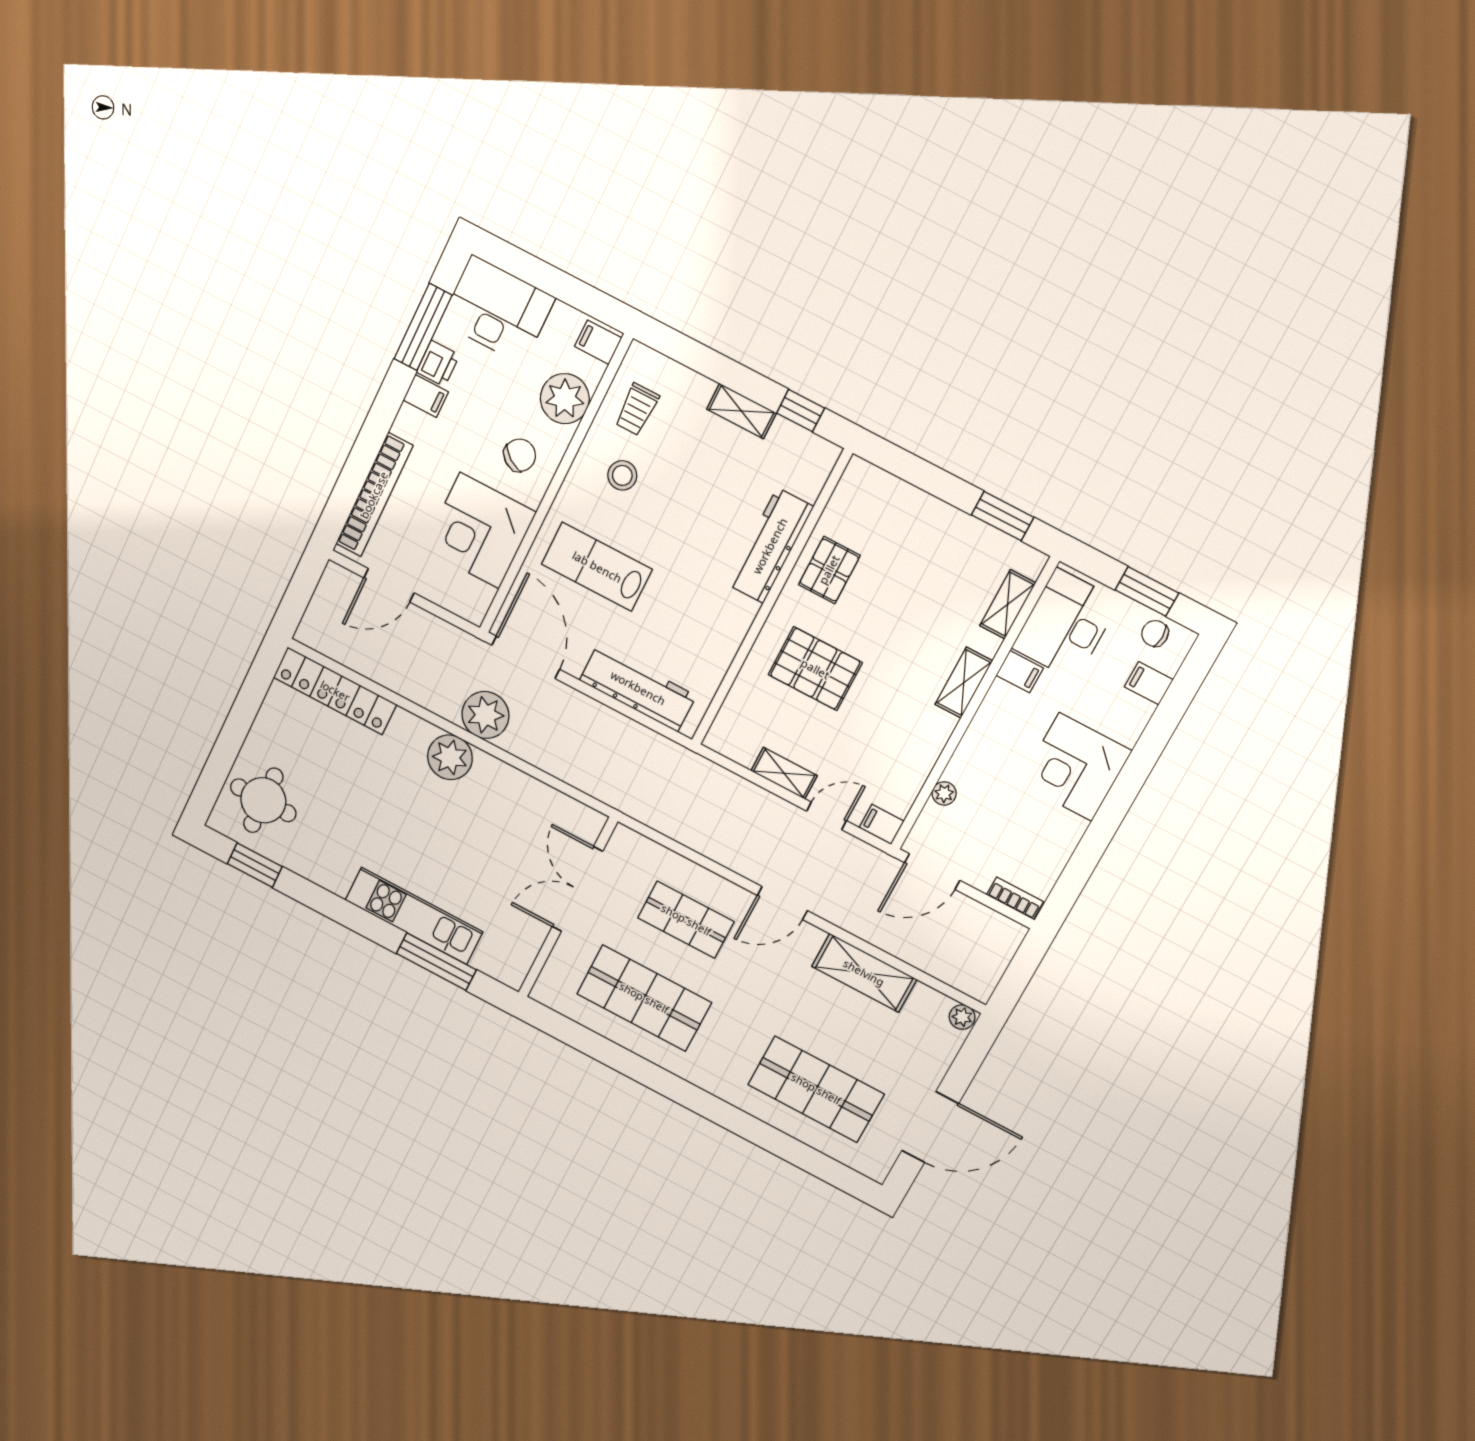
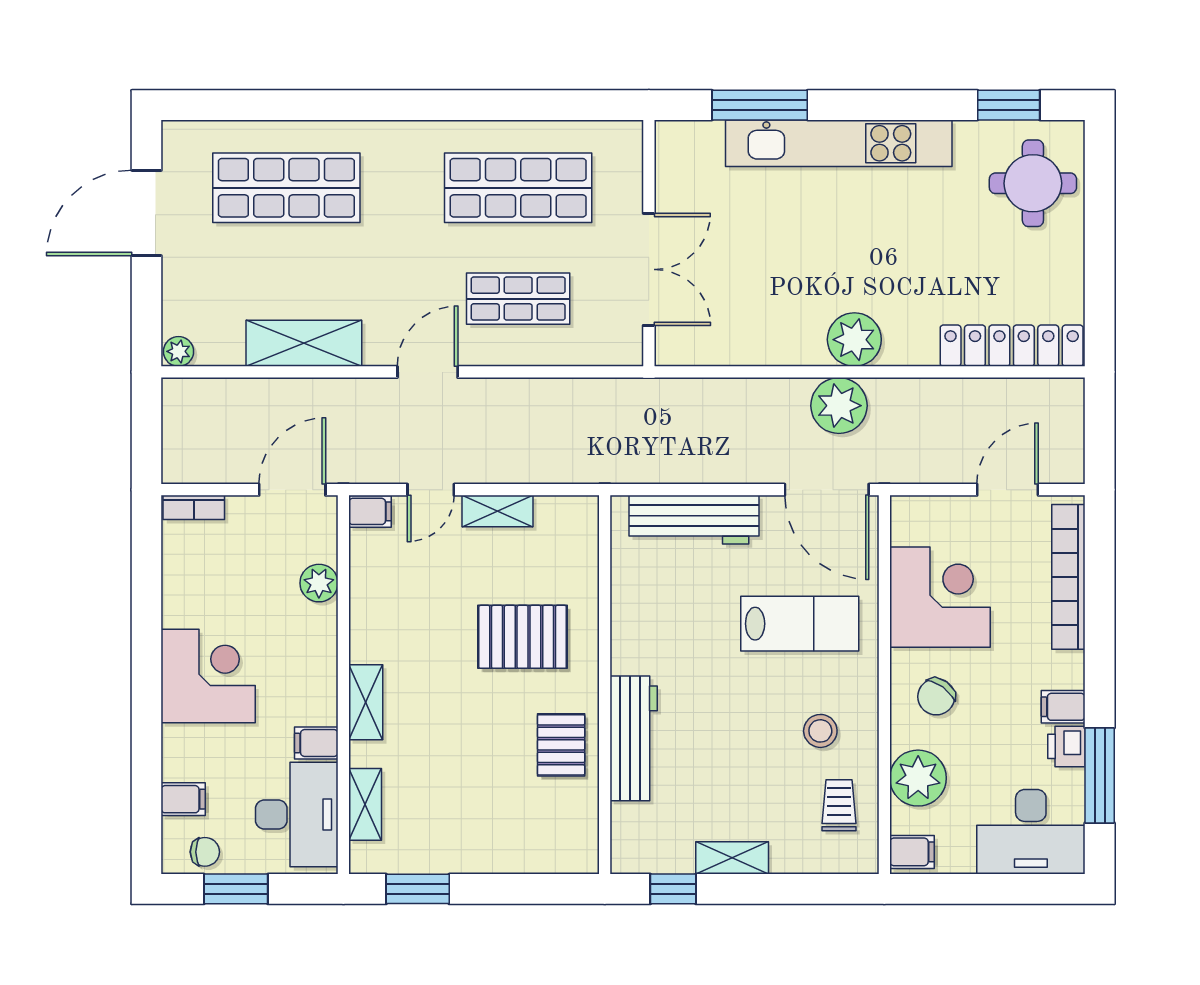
plant: (944, 793) -> (319, 583), width x1.38, depth x1.38
kitchen unit: (414, 916) -> (839, 143), width x1.36

